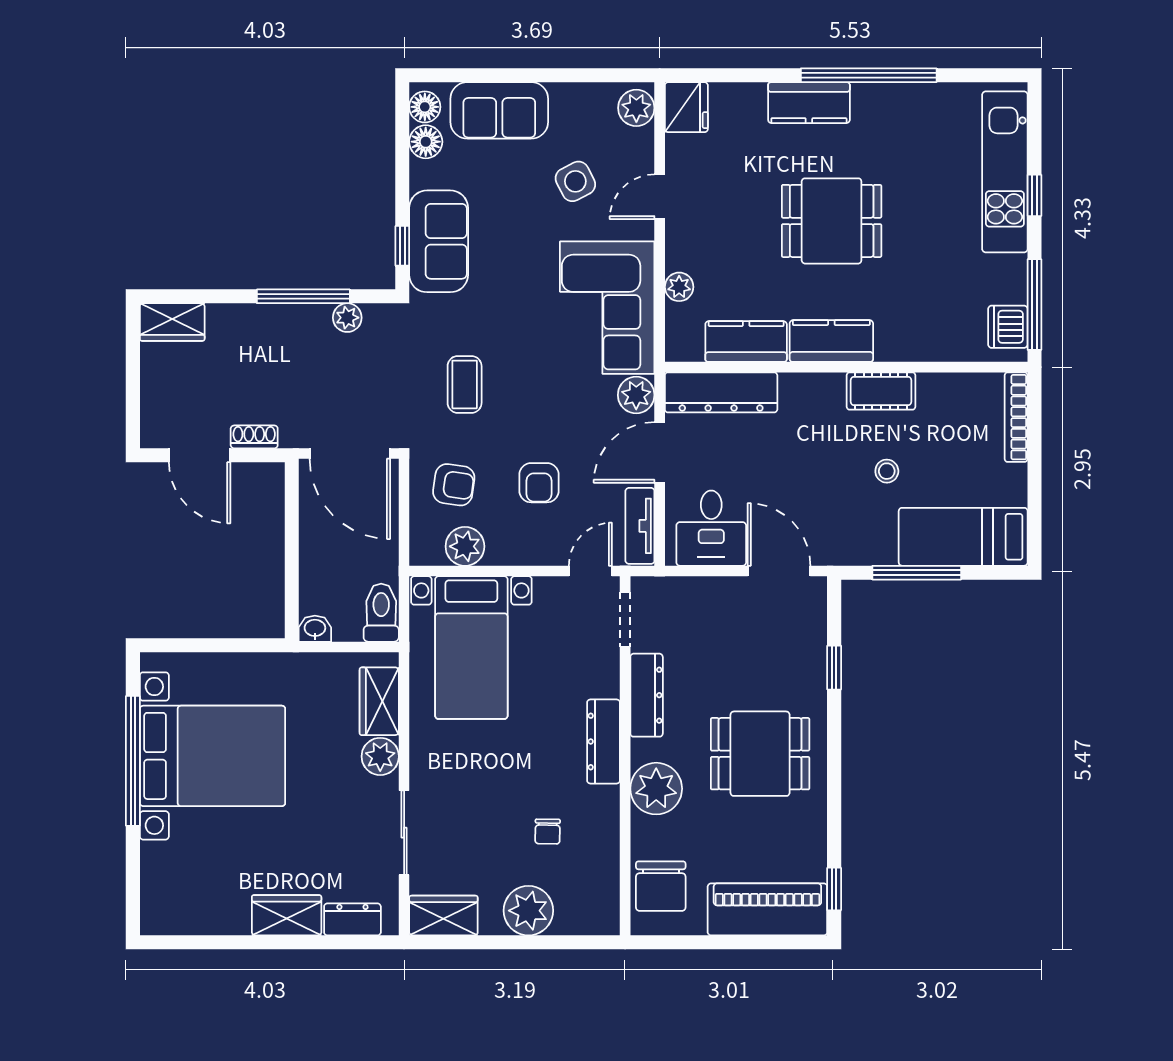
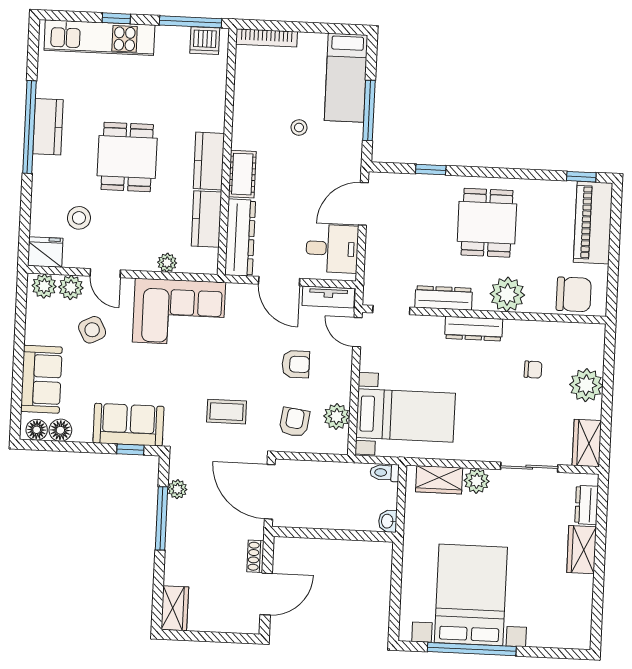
kitchen counter: (809, 103) -> (48, 127), moved
stool: (739, 154) -> (79, 218), added
cot: (881, 391) -> (242, 174), moved
plant: (636, 395) -> (71, 287), moved
door: (350, 453) -> (270, 492), swing flipped
toilet: (381, 613) -> (385, 473), width x0.73, depth x0.72

